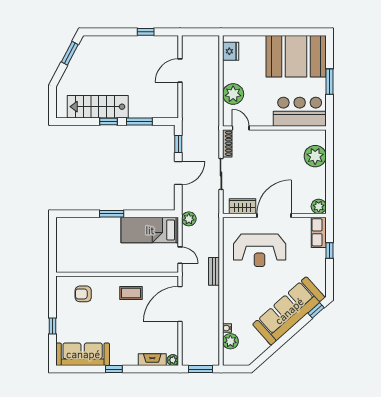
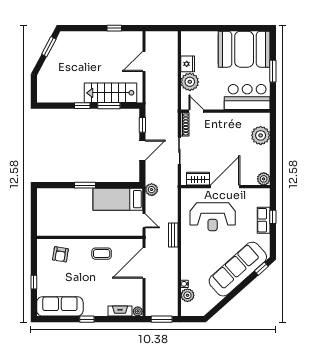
fridge: (231, 51) -> (188, 64), moved
stairs: (98, 107) -> (110, 93), moved
row of seats: (319, 232) -> (264, 220), moved
armchair: (83, 294) -> (60, 254), turned -81

